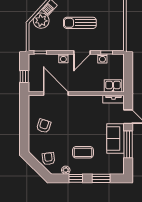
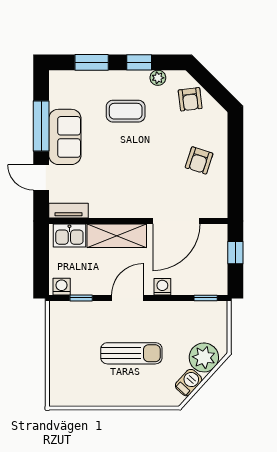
washing machine: (102, 59) -> (62, 287), moved
shelving: (88, 86) -> (117, 236), added
door: (56, 94) -> (176, 221), hinge flipped

